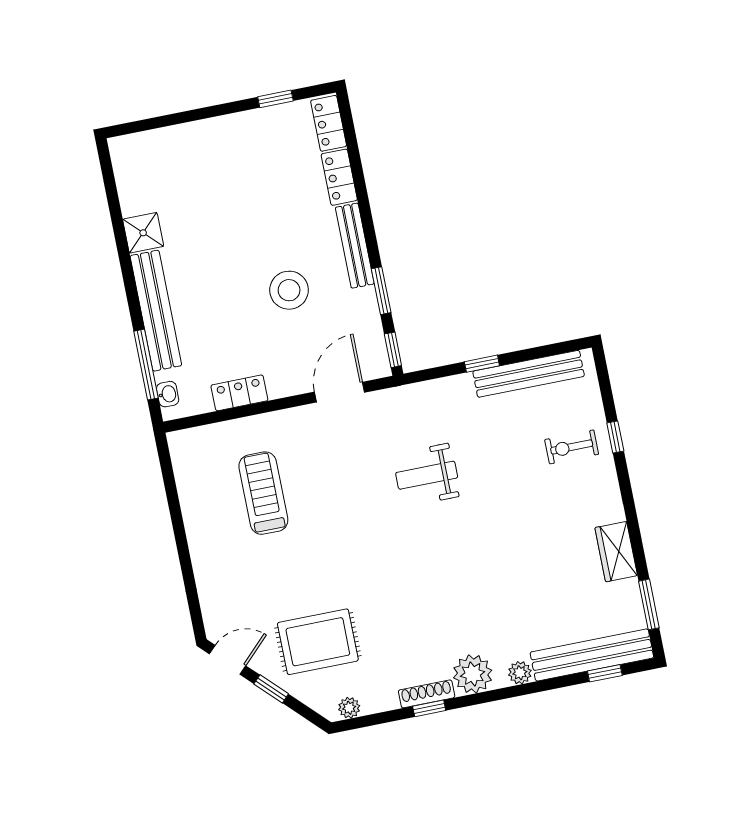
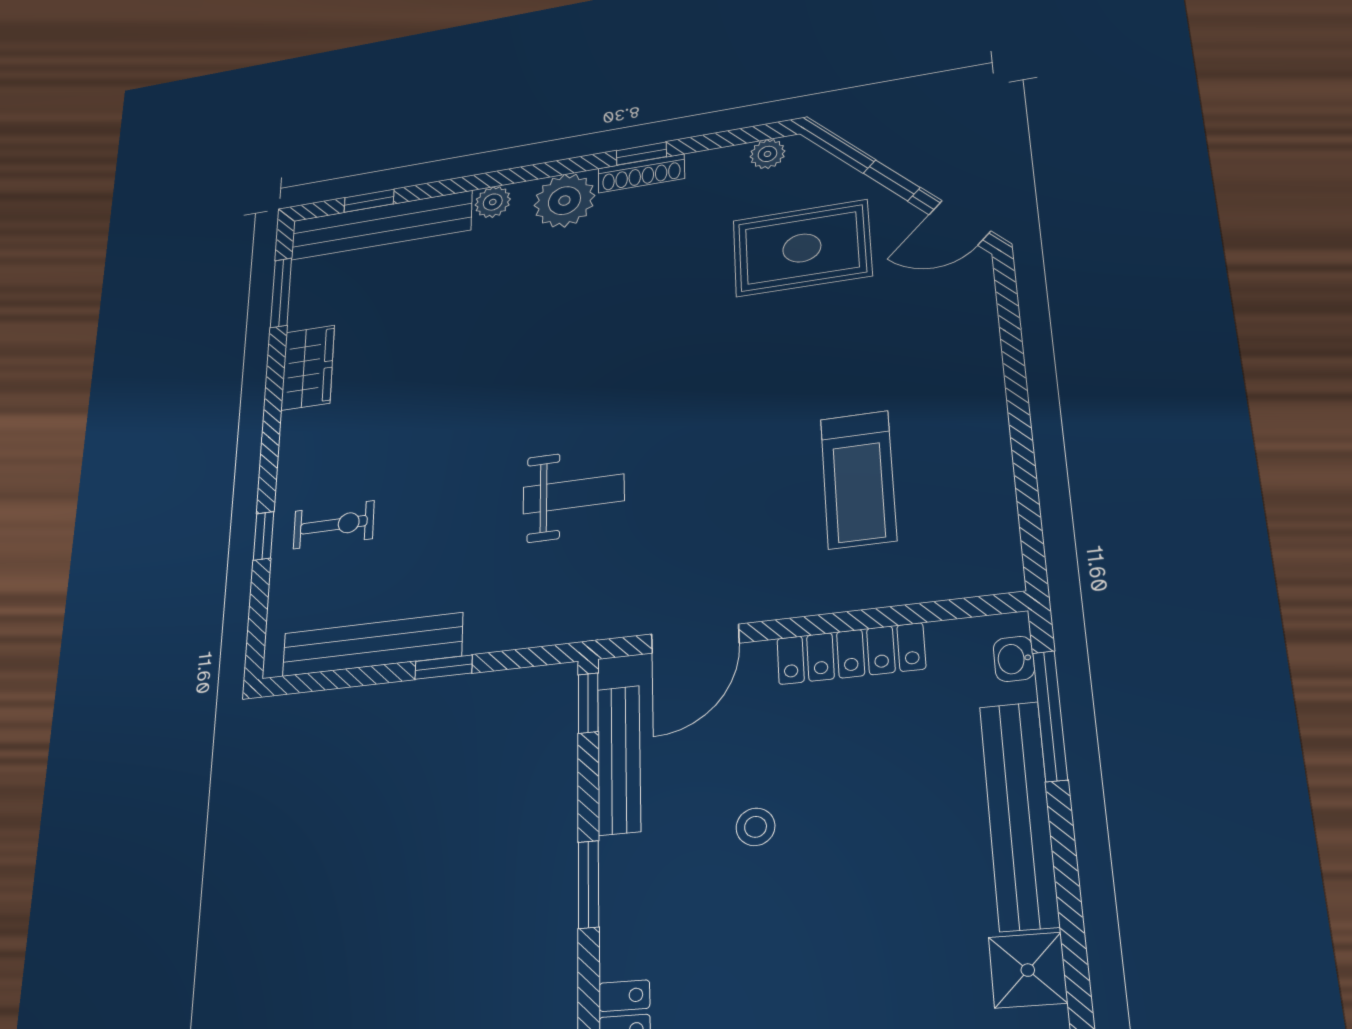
bench: (355, 246) -> (619, 760), moved
stool: (289, 290) -> (756, 827), width x0.53, depth x0.53
window: (381, 291) -> (589, 884), moved
locker: (239, 393) -> (851, 654), width x1.53

